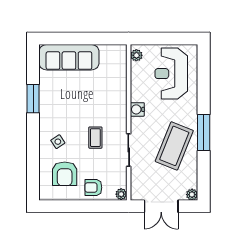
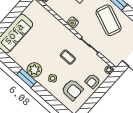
window: (33, 99) -> (27, 78), moved
plant: (49, 114) -> (34, 70), added

